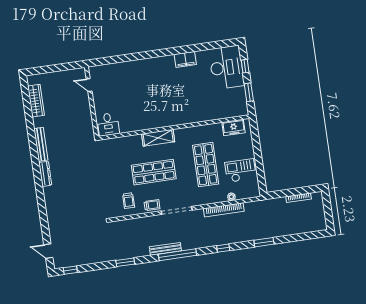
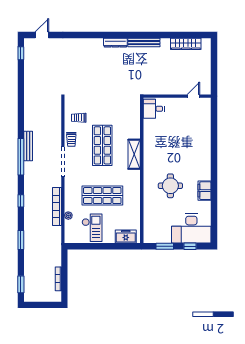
round table: (185, 96) -> (170, 186), added
freezer: (234, 128) -> (126, 237), moved, turned 90
window: (125, 262) -> (21, 284), moved

